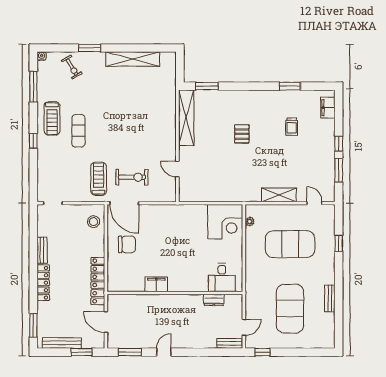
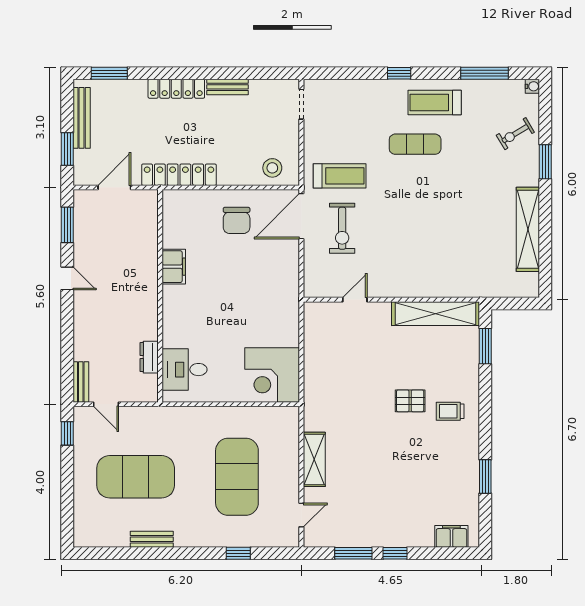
trolley: (292, 127) -> (450, 411), moved
plant: (250, 222) -> (272, 413), removed

